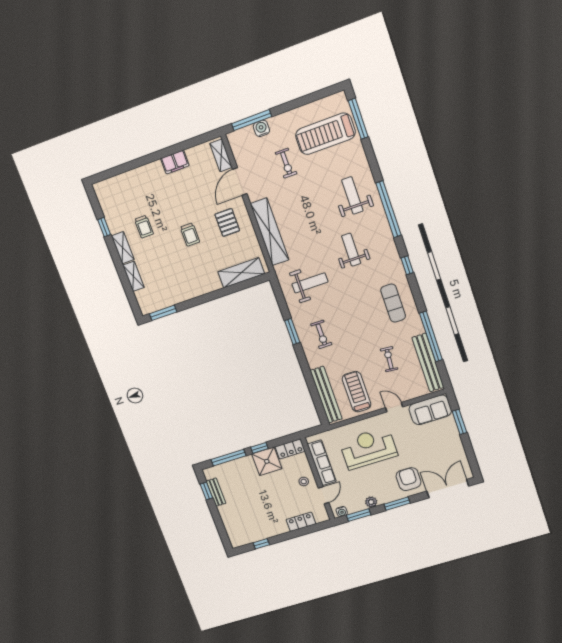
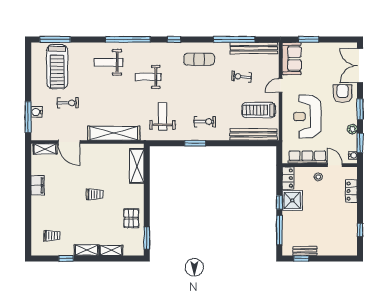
pallet: (227, 222) -> (131, 218), moved, turned 90
trolley: (144, 227) -> (52, 236), moved
armchair: (408, 479) -> (342, 94), turned 90

